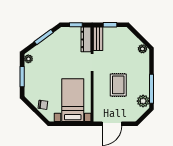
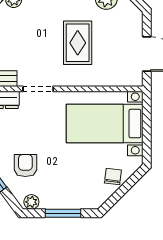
armchair: (49, 55) -> (25, 165), added
rug: (118, 85) -> (78, 43), turned 90

